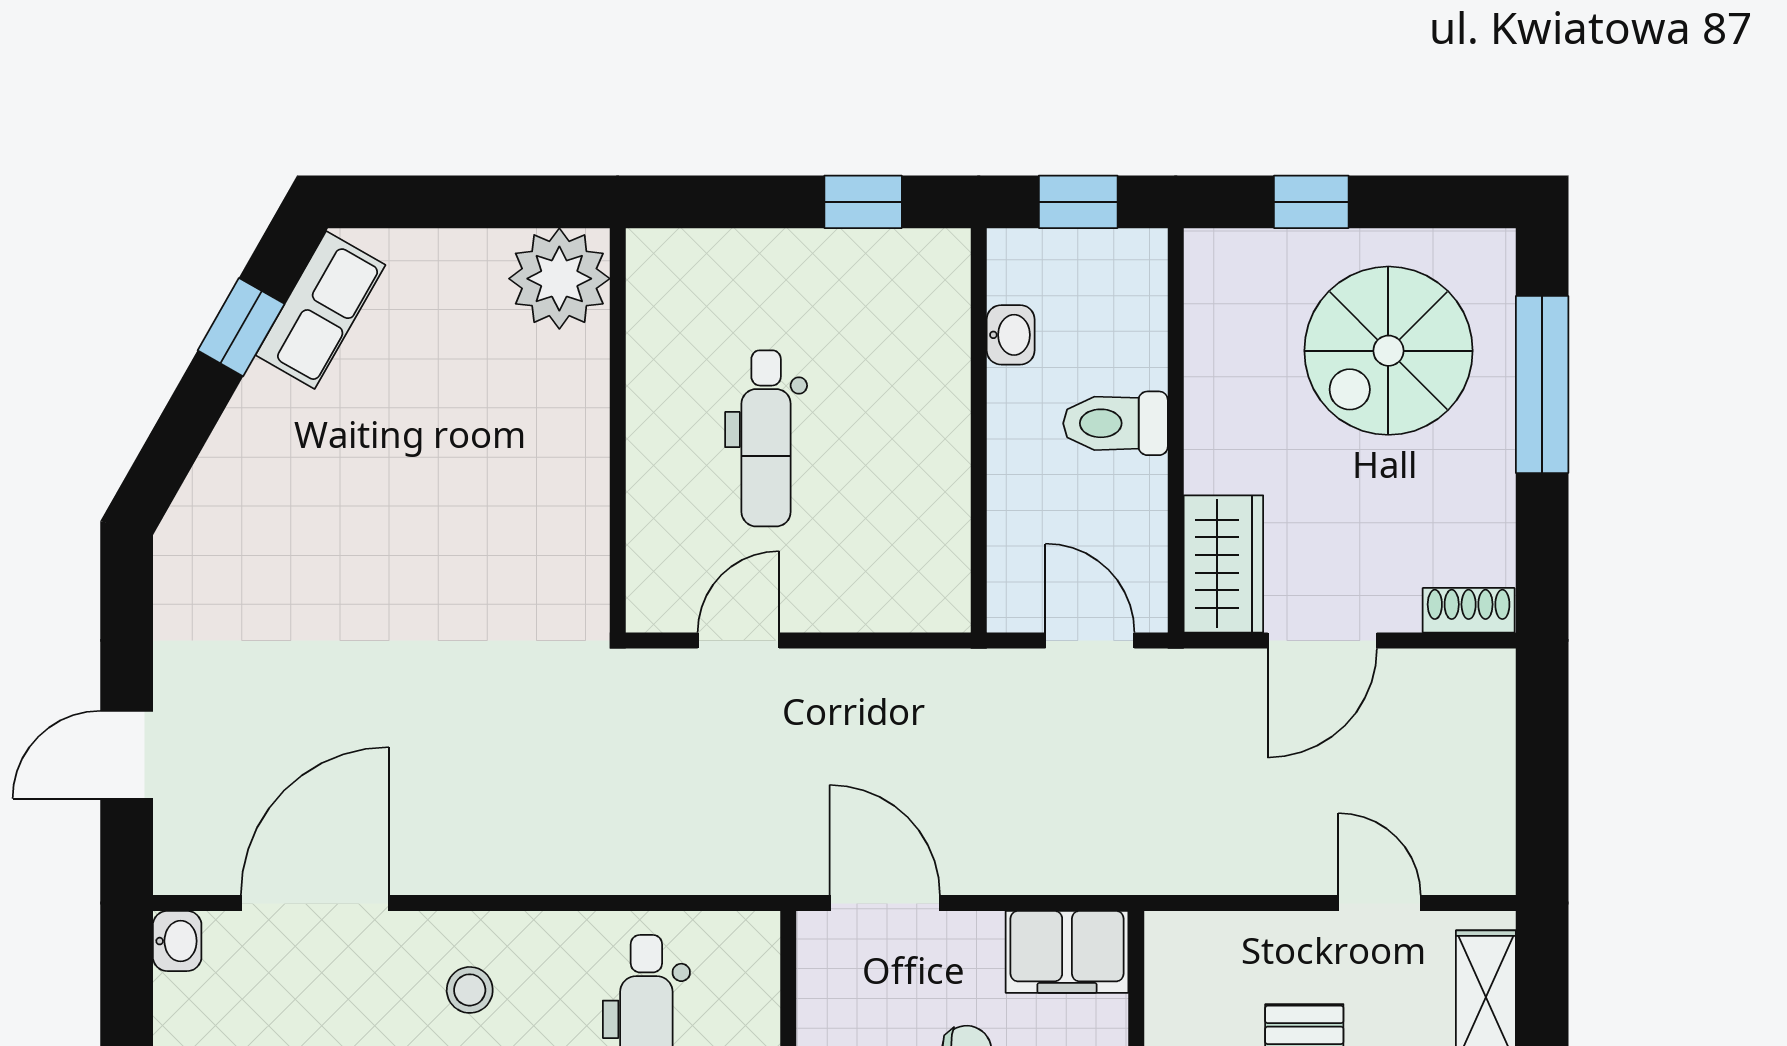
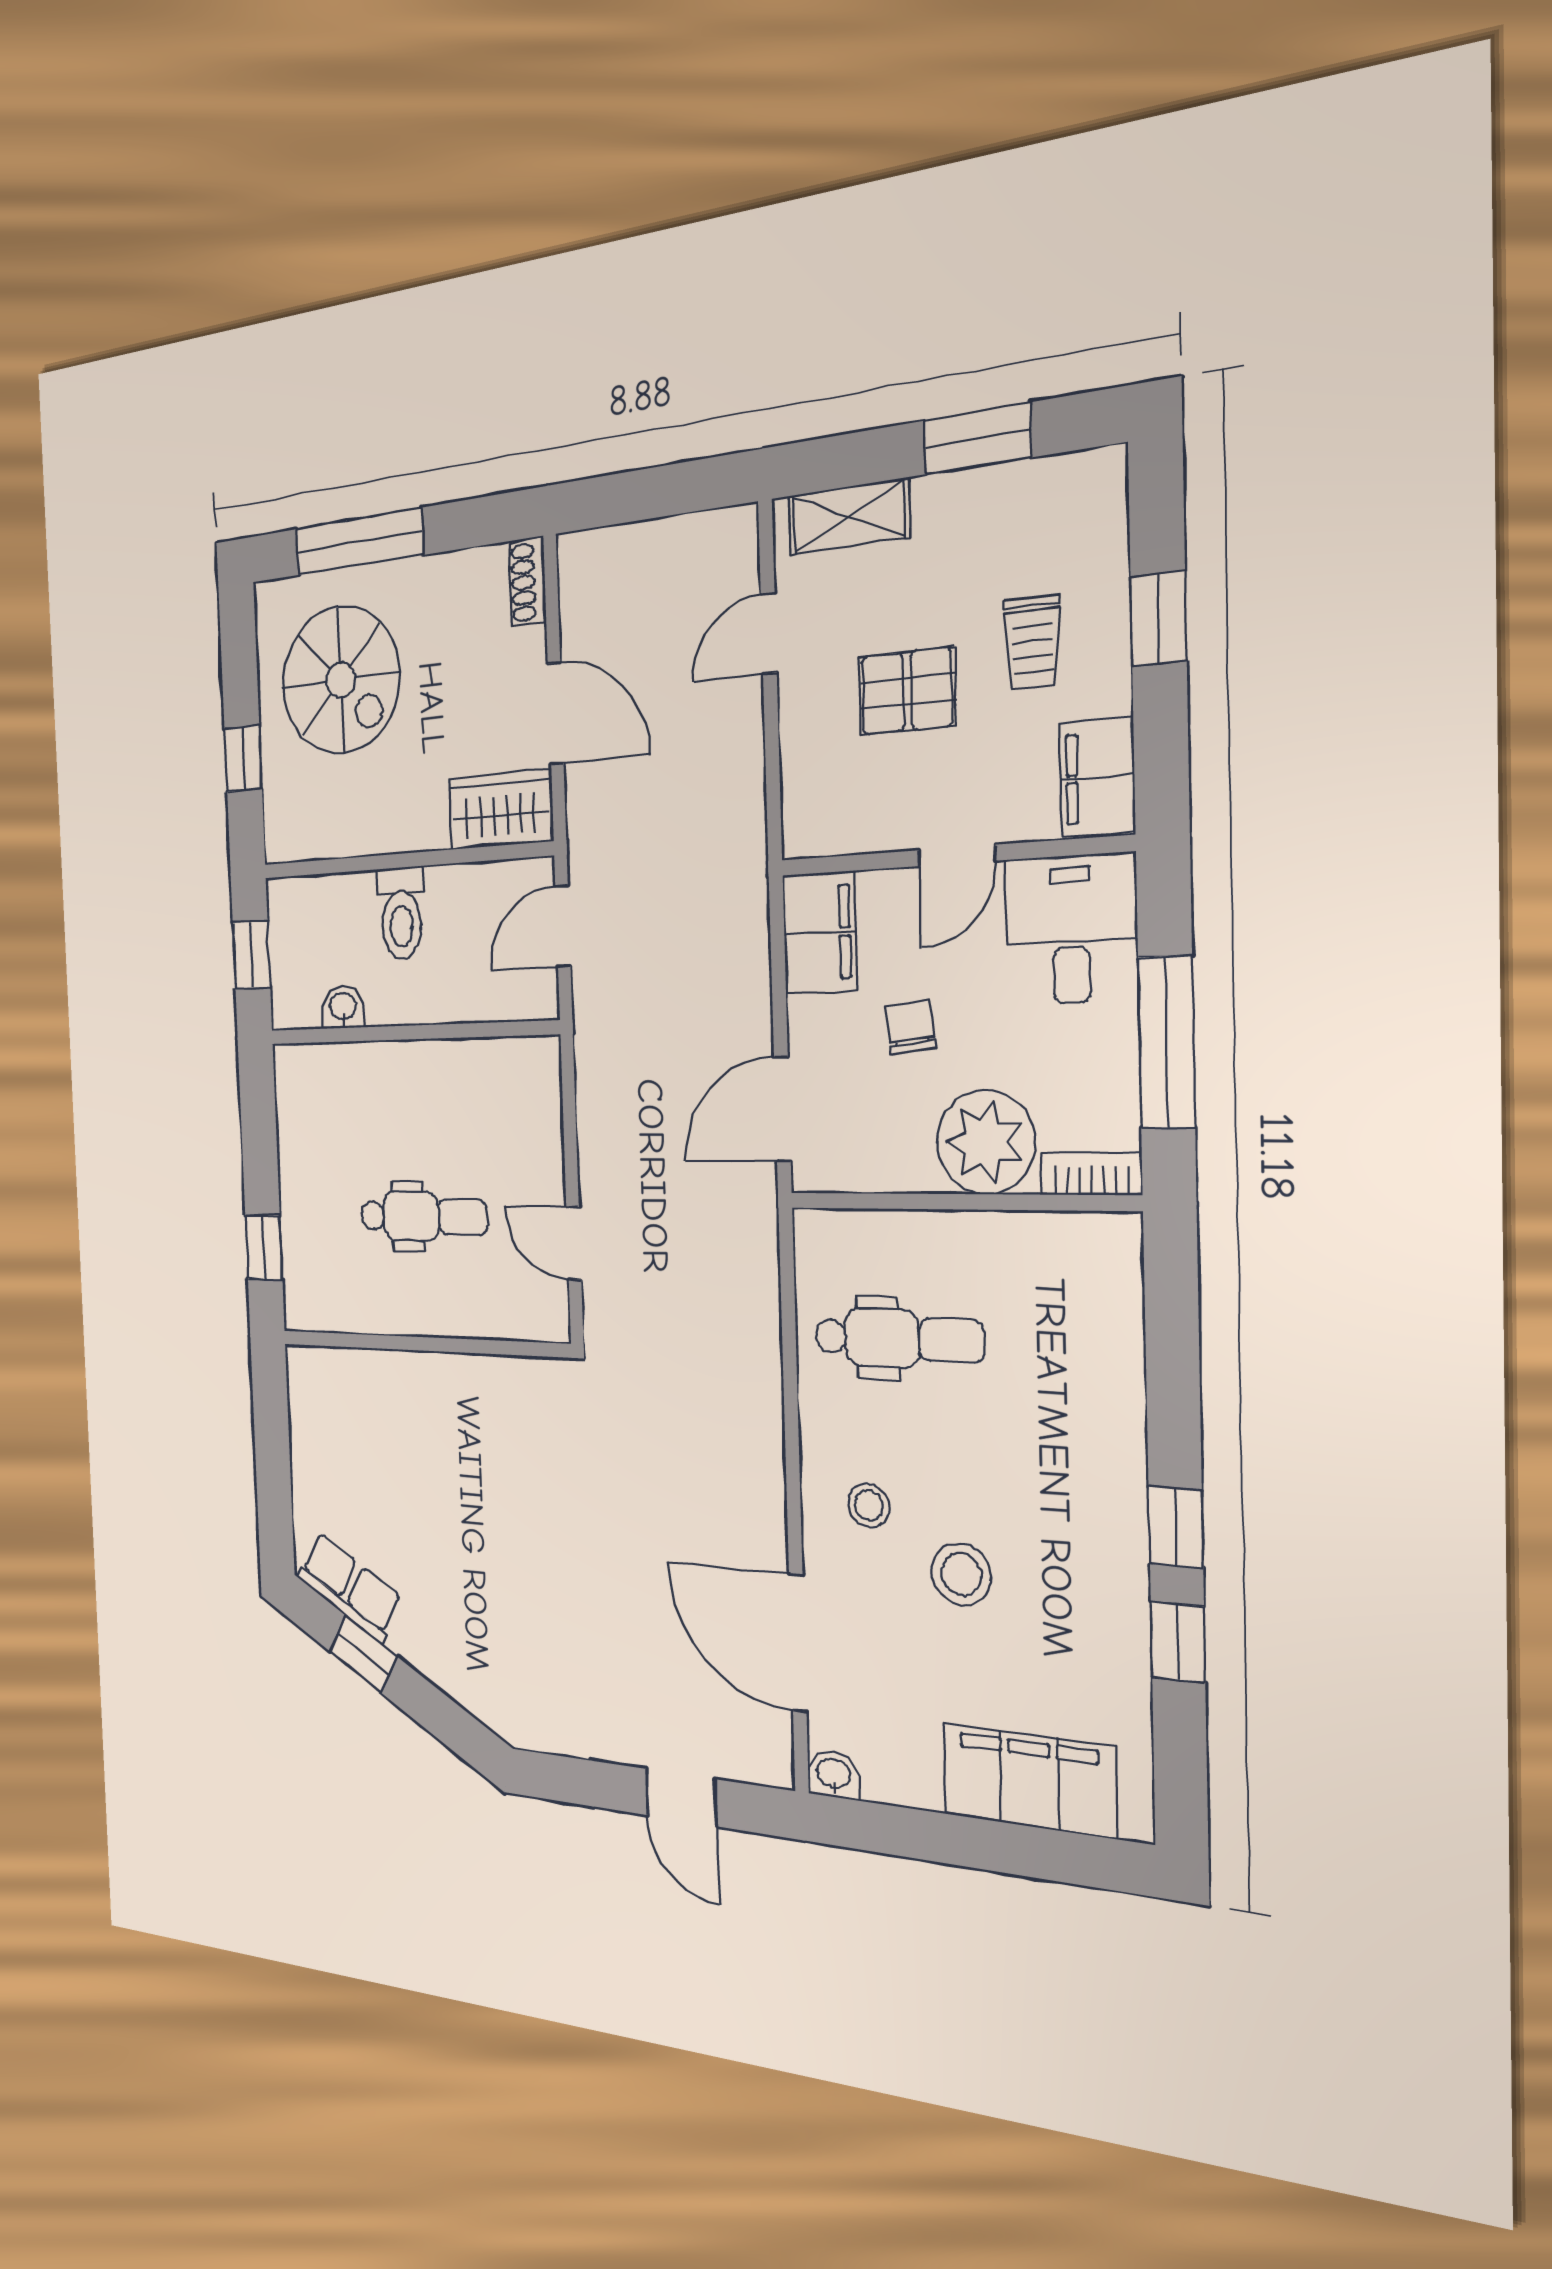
window: (863, 202) -> (264, 1247), moved
plant: (559, 279) -> (320, 1387), removed

